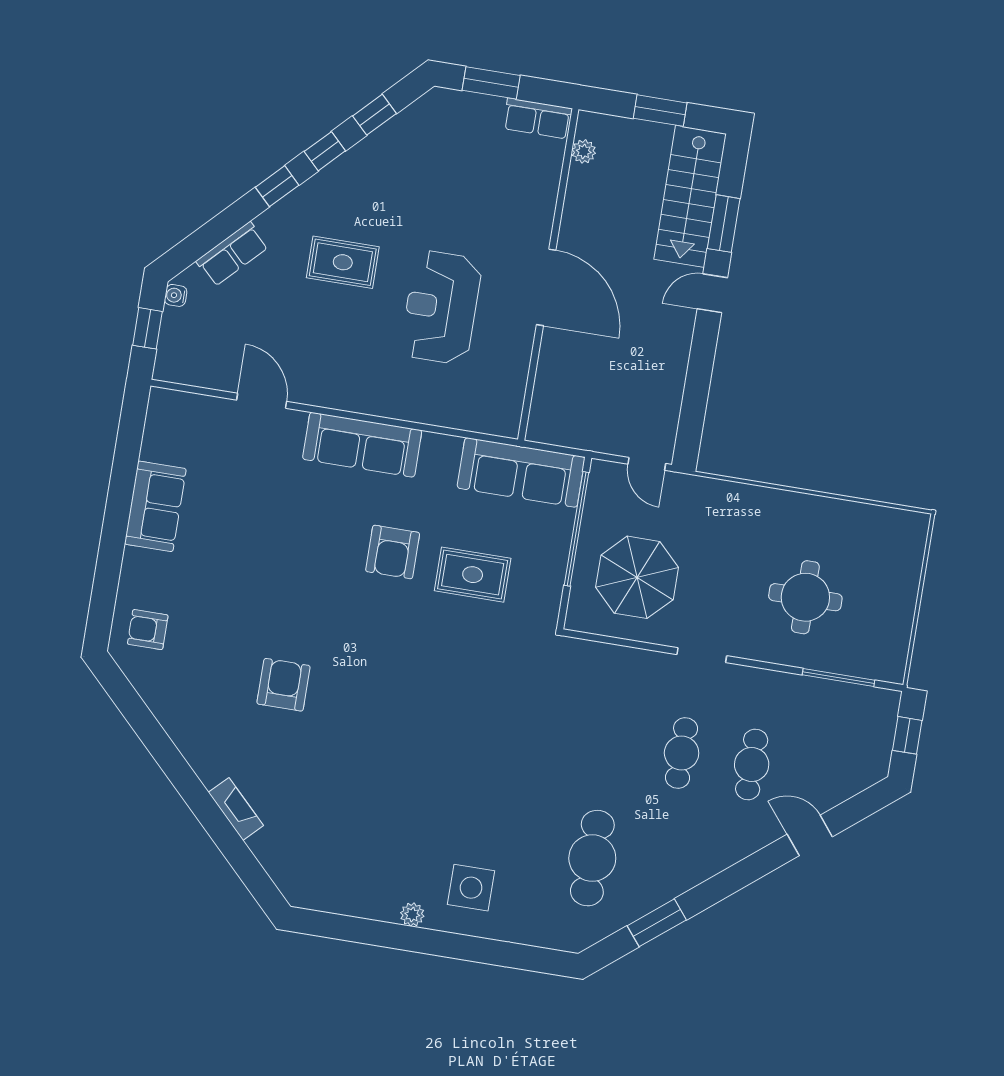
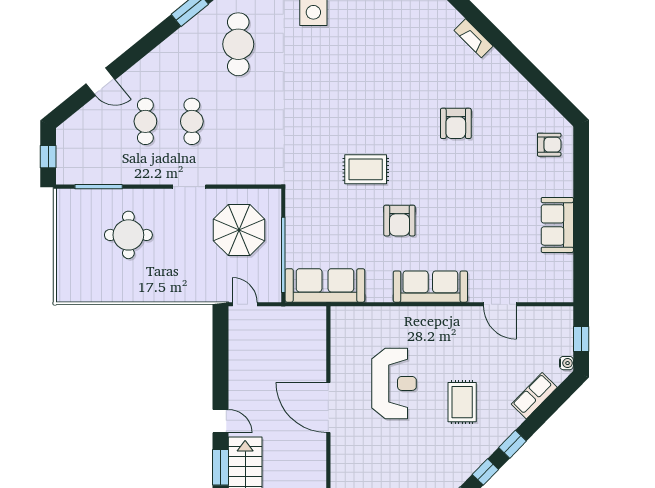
rug: (343, 262) -> (462, 402), turned 90
door: (712, 293) -> (221, 421), hinge flipped
armchair: (393, 552) -> (399, 221), turned 180
rug: (473, 575) -> (366, 169), moved

